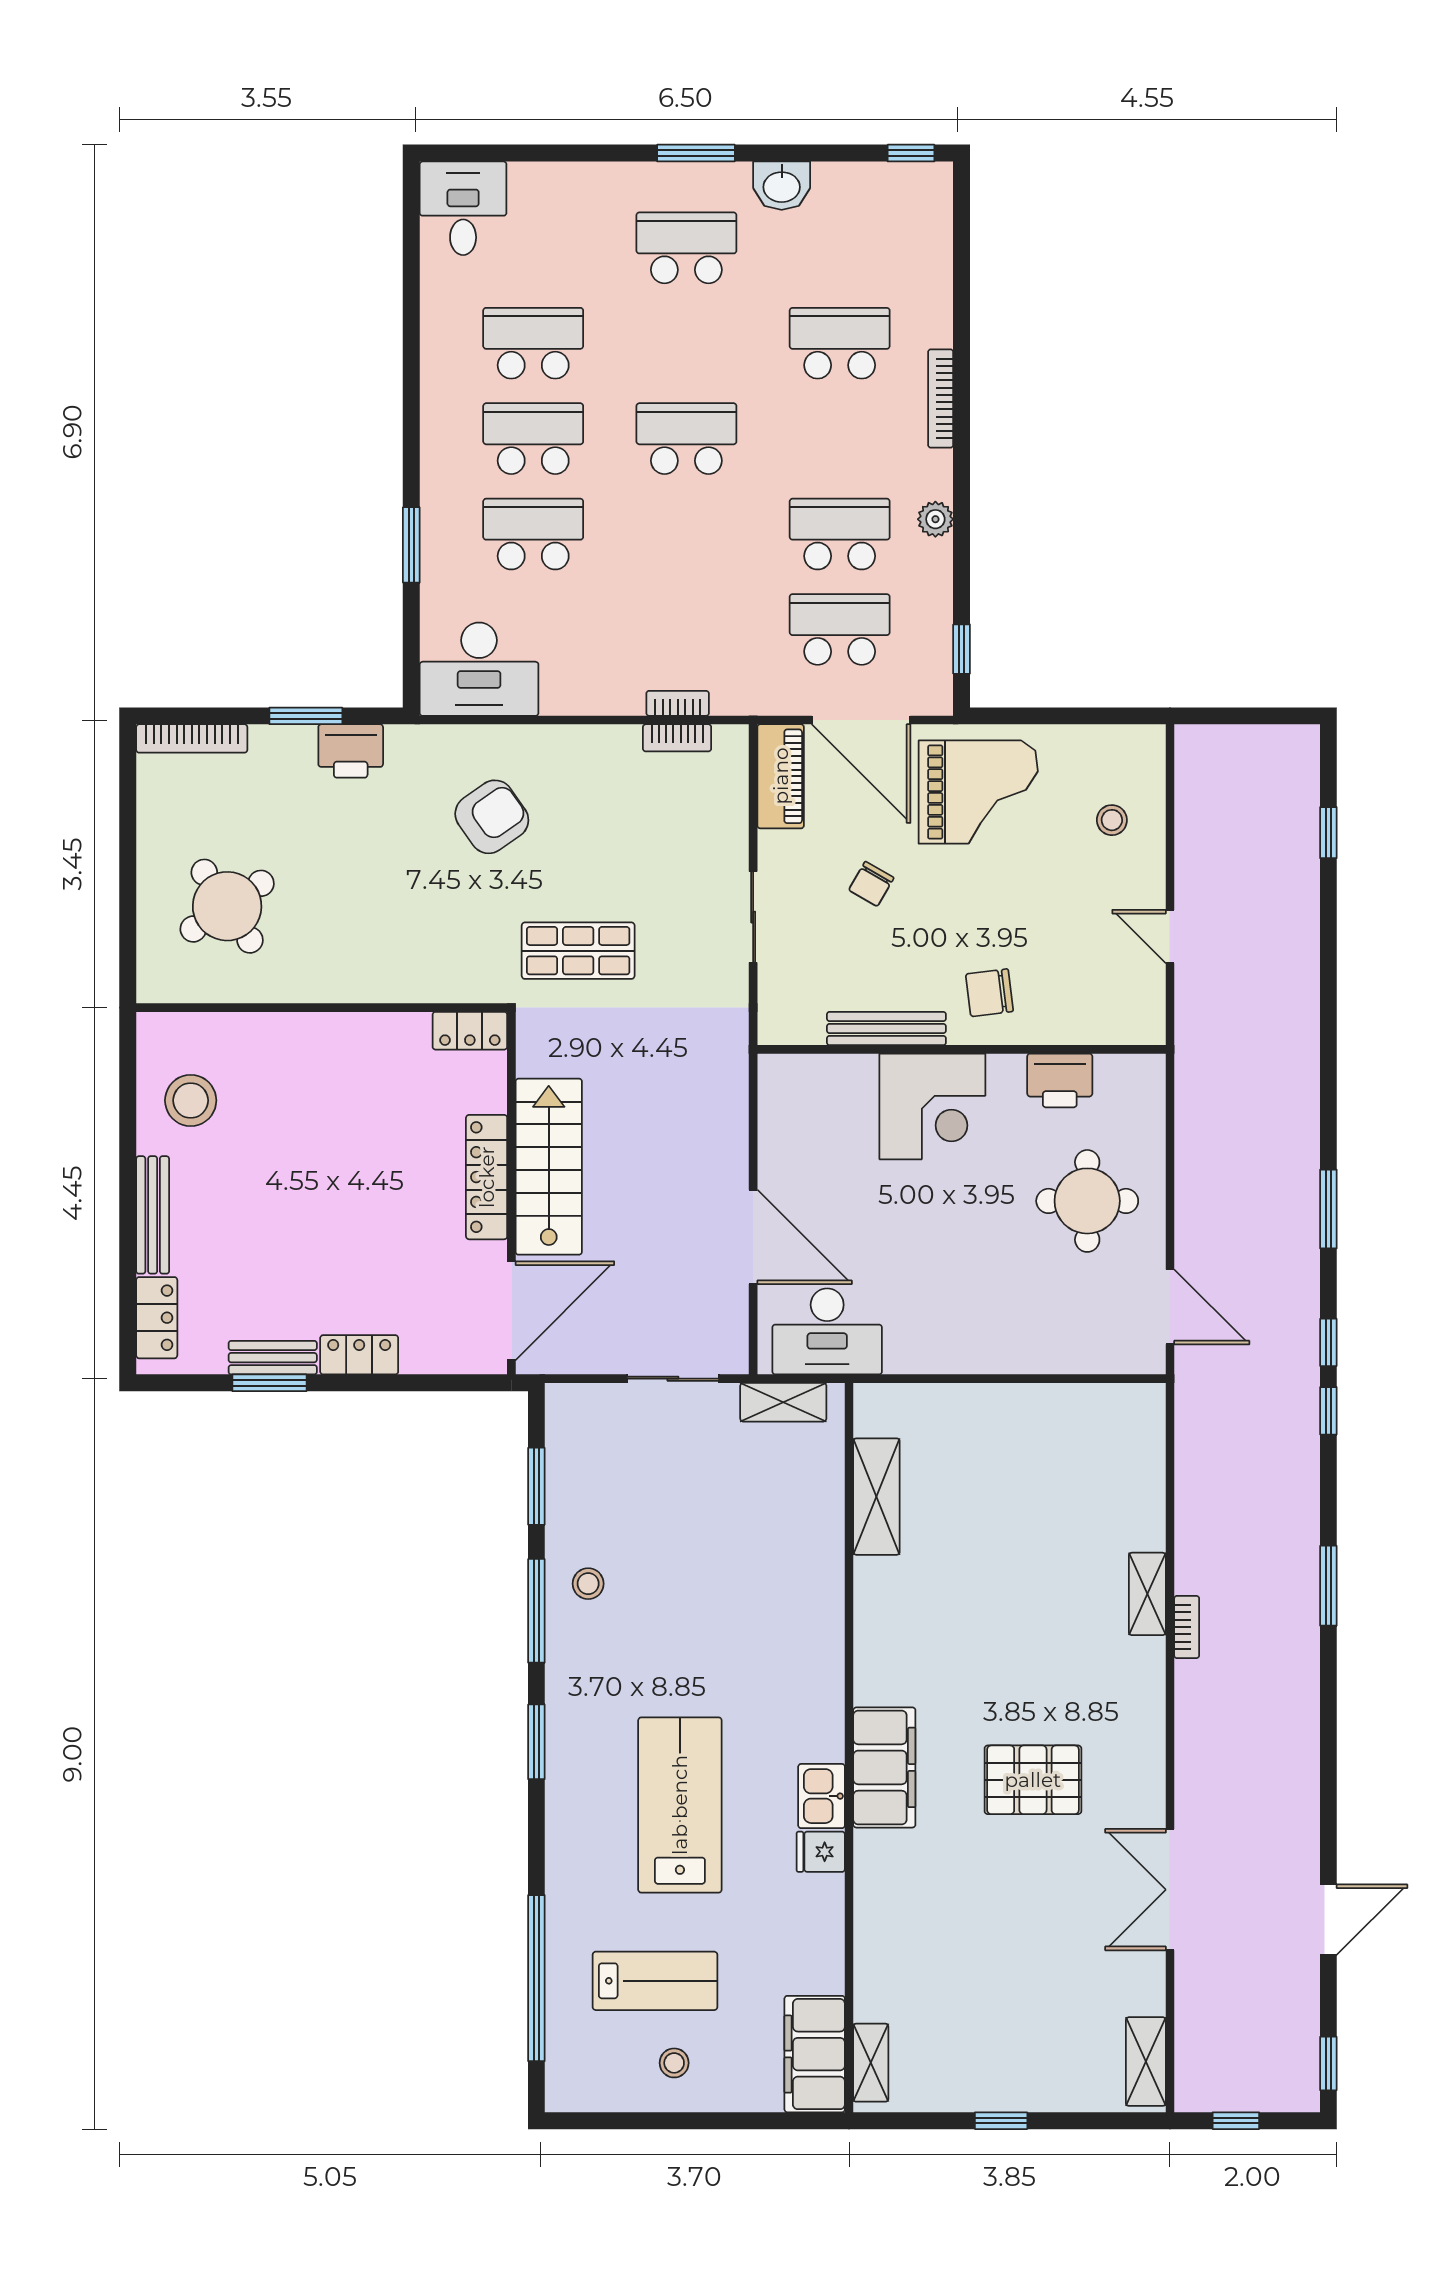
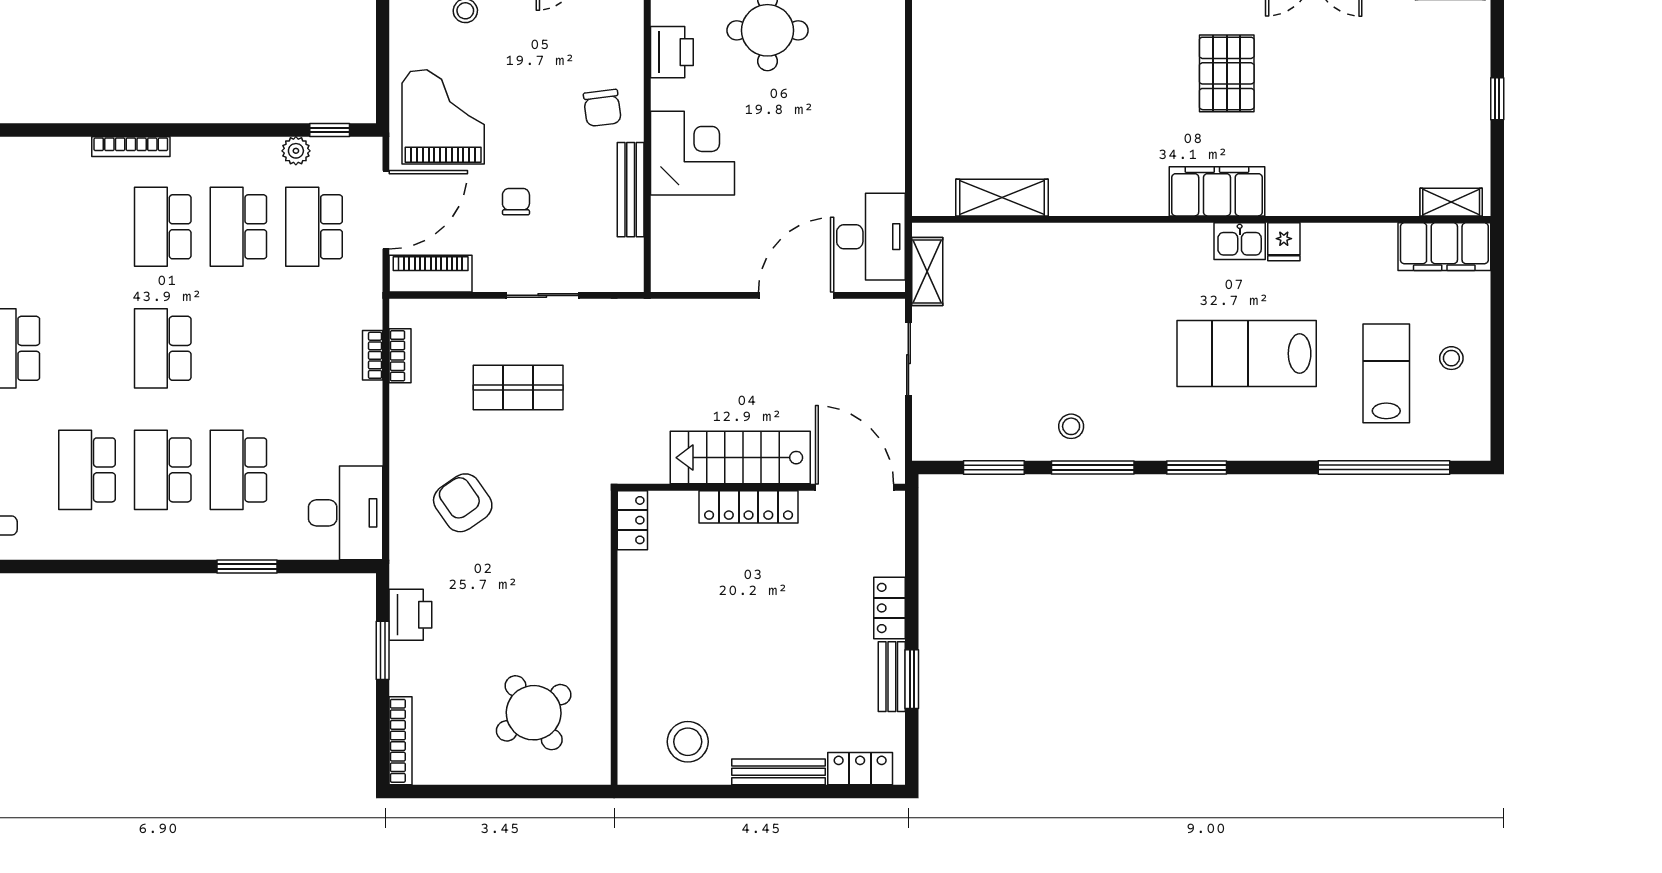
school desk: (840, 343) -> (163, 227), moved
plant: (935, 519) -> (296, 151), moved
chair: (871, 884) -> (516, 202), turned -120
shop shelf: (578, 951) -> (518, 387), moved, turned 90

